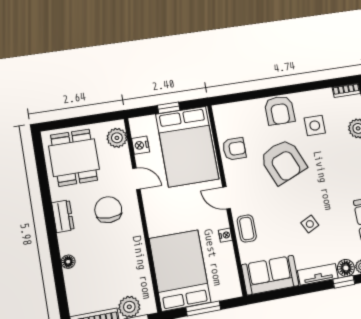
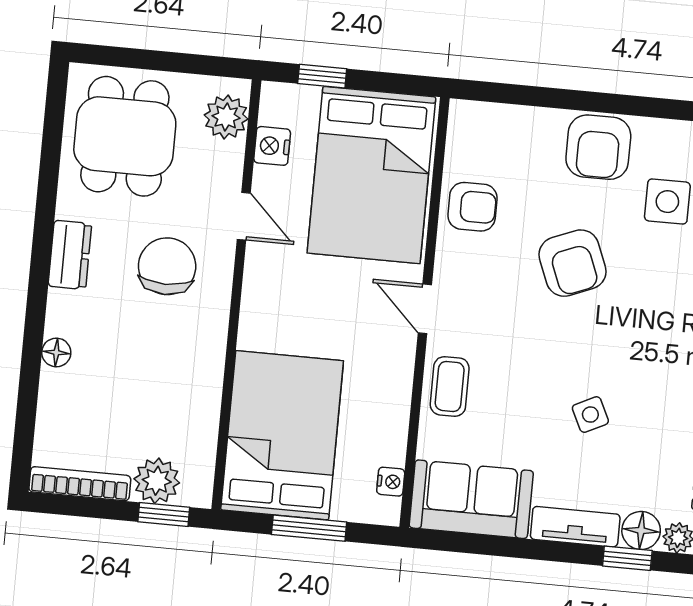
window: (169, 108) -> (322, 76), moved
armchair: (283, 162) -> (573, 263), width x0.73, depth x0.73
nightstand: (225, 235) -> (391, 482), moved

